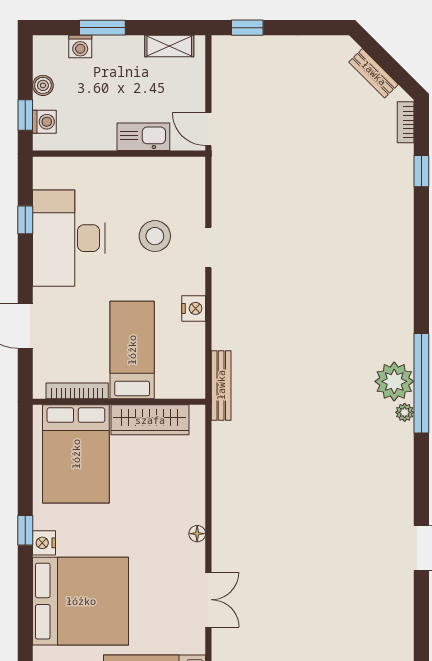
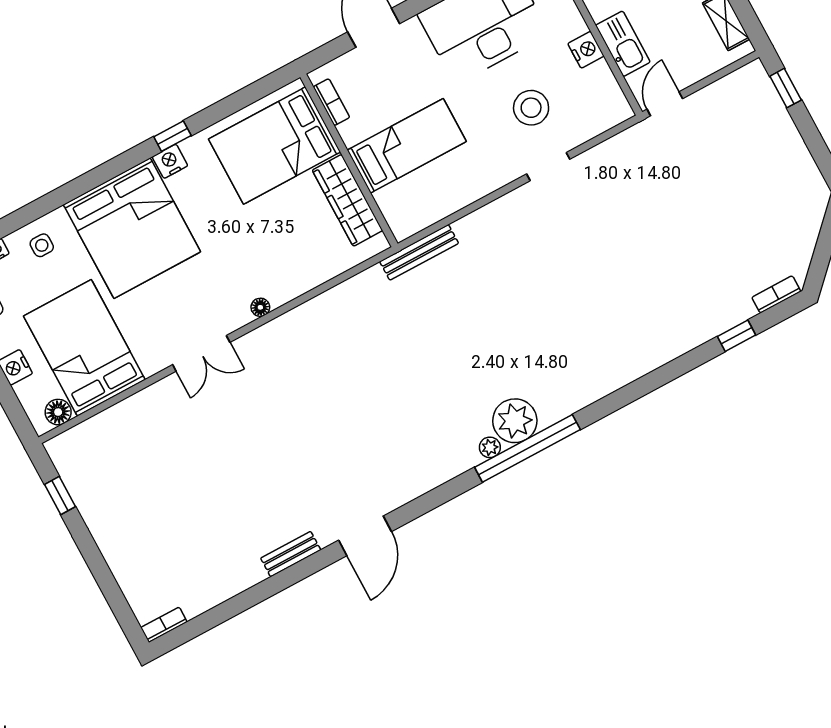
bench: (374, 73) -> (291, 554), moved, turned 45
nightstand: (194, 308) -> (586, 50), moved, turned -90
bookcase: (77, 391) -> (331, 102), width x0.64

